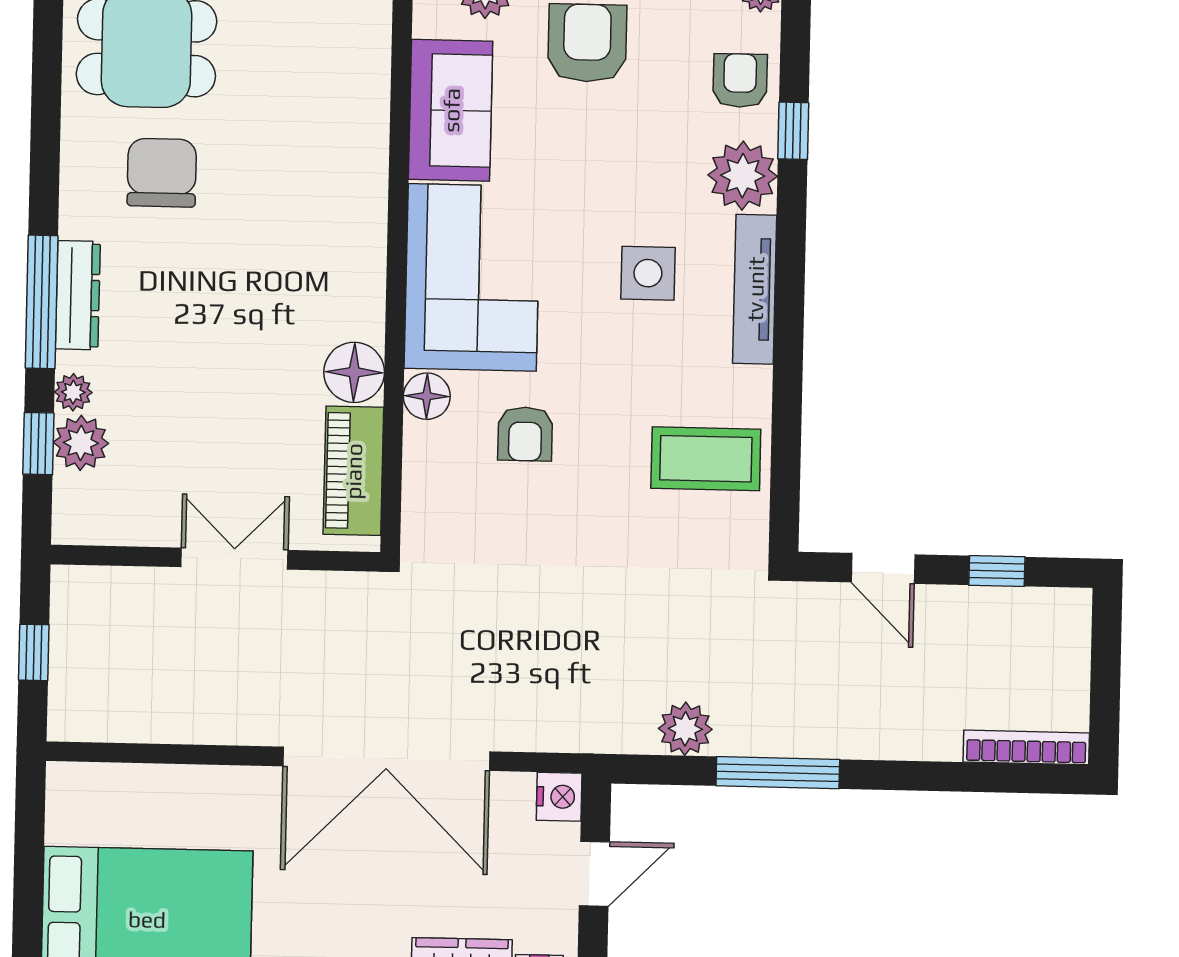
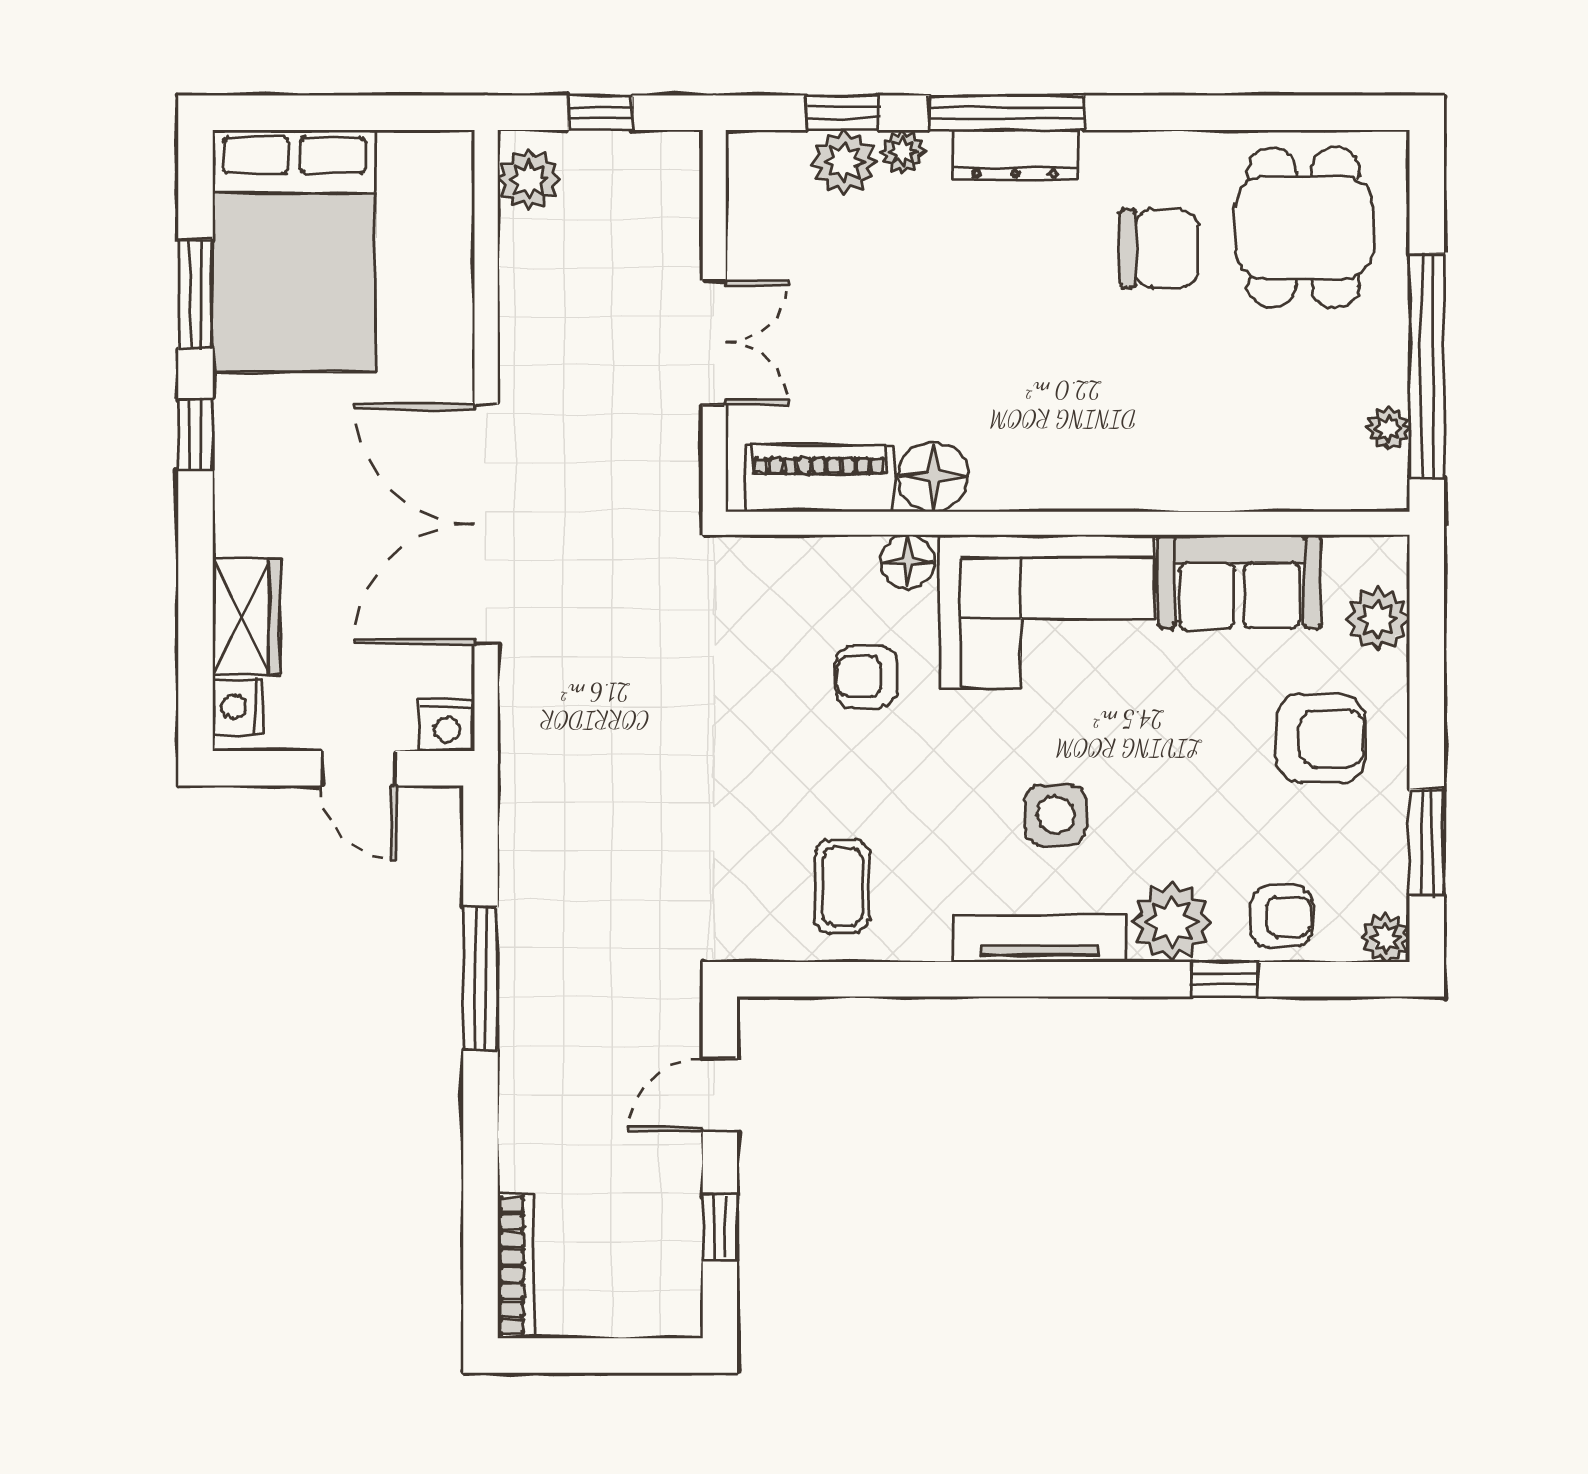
coffee table: (706, 459) -> (842, 887), width x0.73, depth x0.77
plant: (685, 729) -> (529, 180), moved

